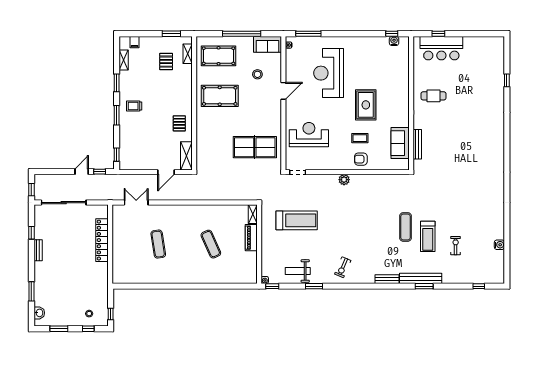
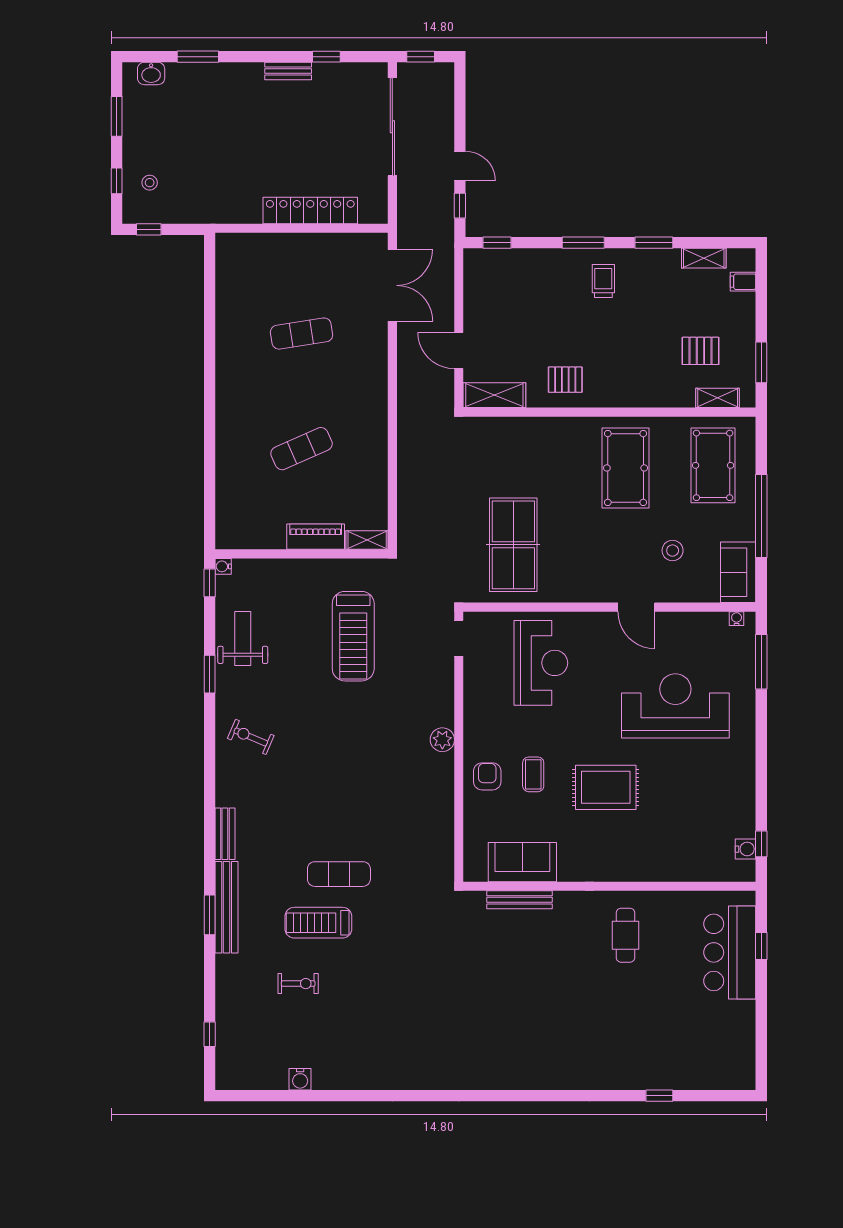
double door: (136, 203) -> (392, 285), width x1.37

